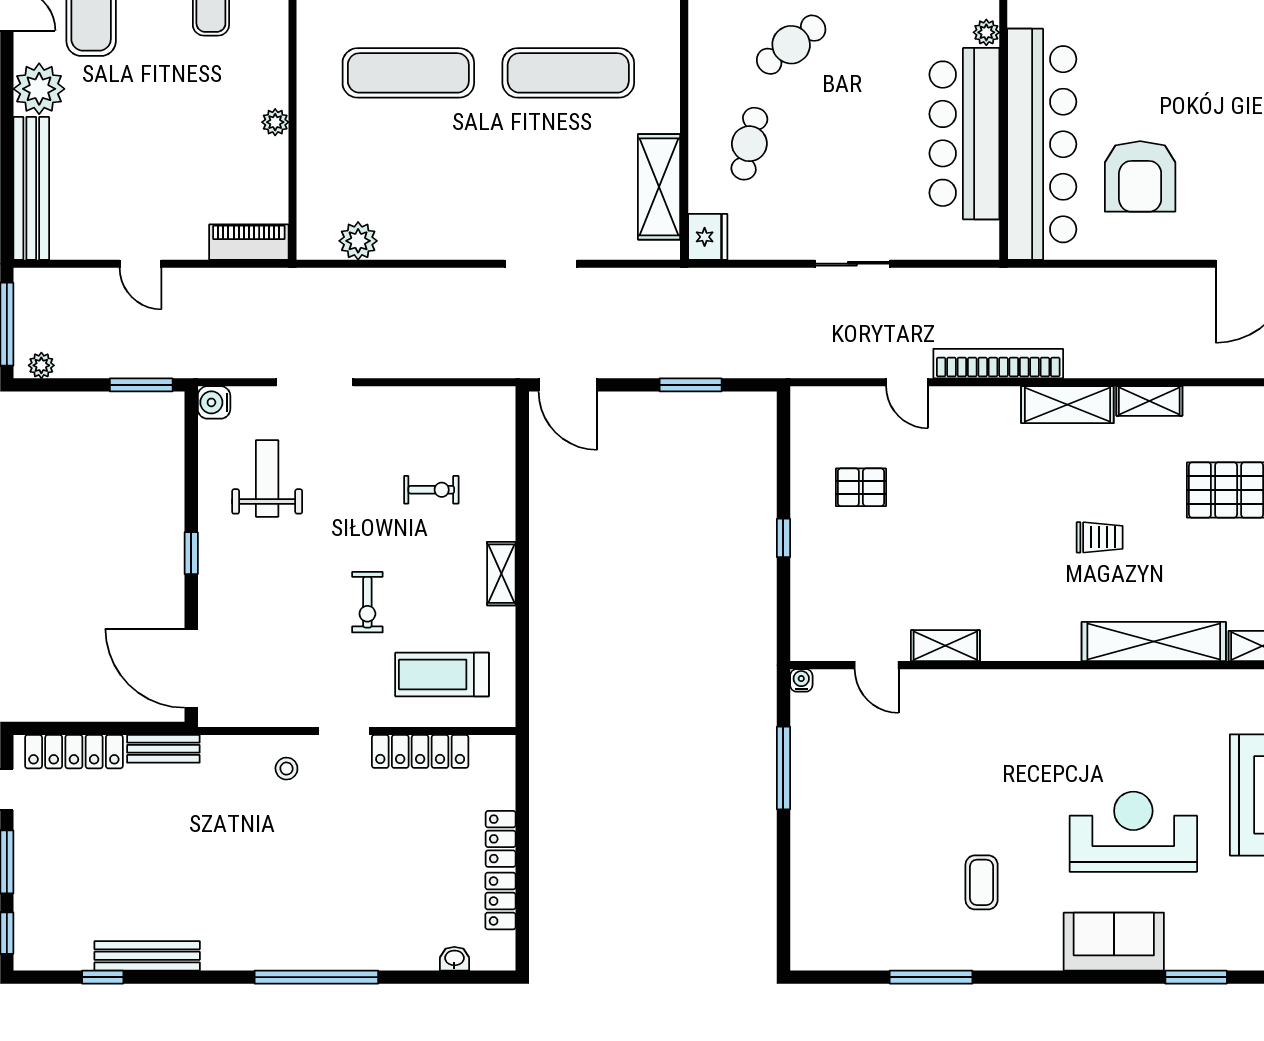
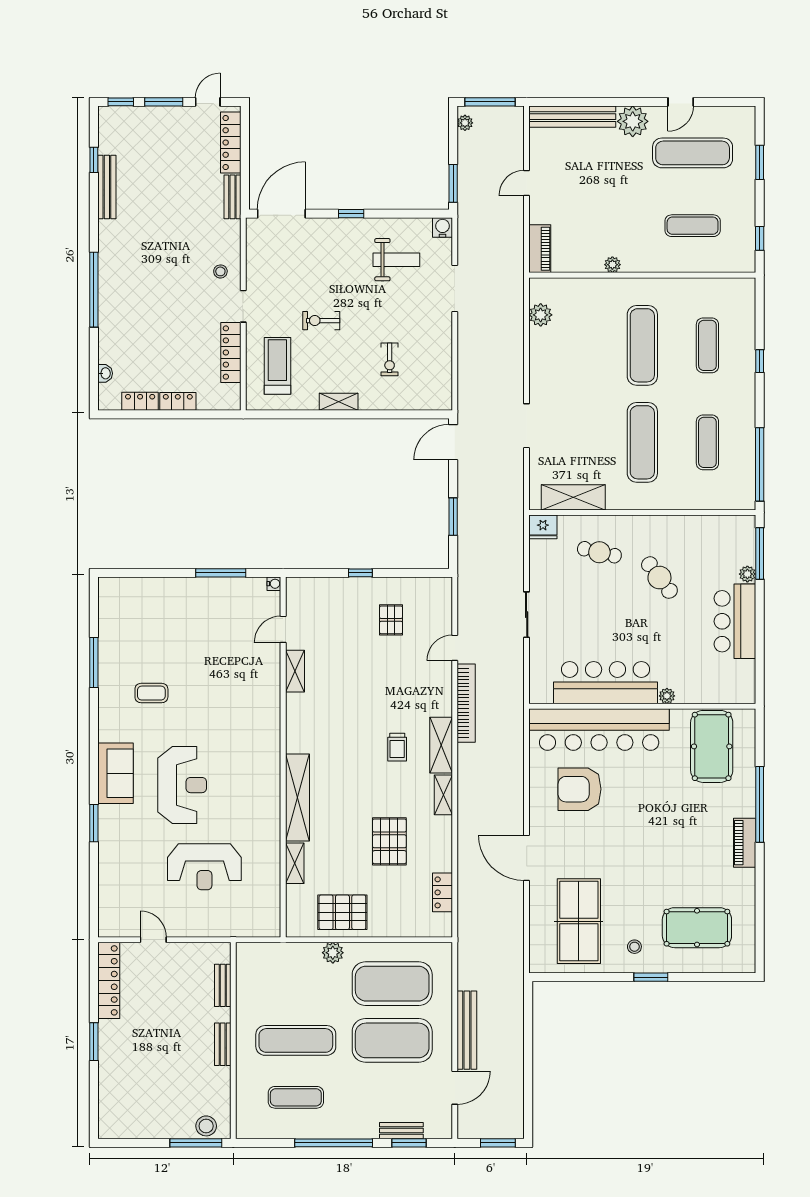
trolley: (1100, 537) -> (397, 747), moved

